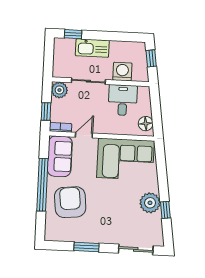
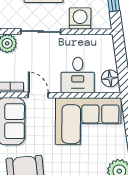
desk: (123, 100) -> (78, 75), moved, turned 180
door: (84, 135) -> (38, 95), hinge flipped

